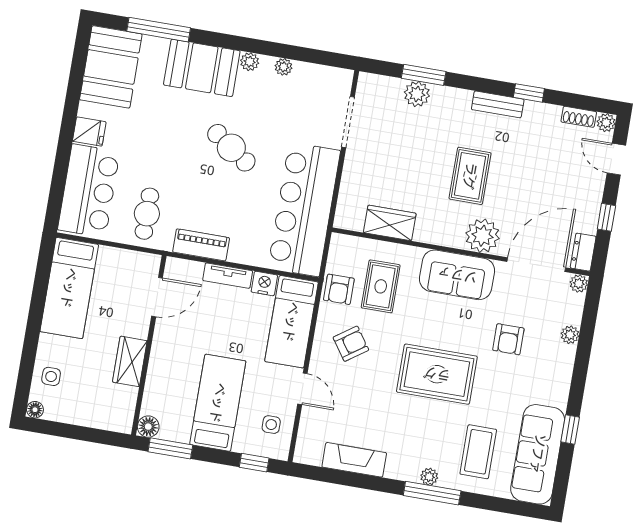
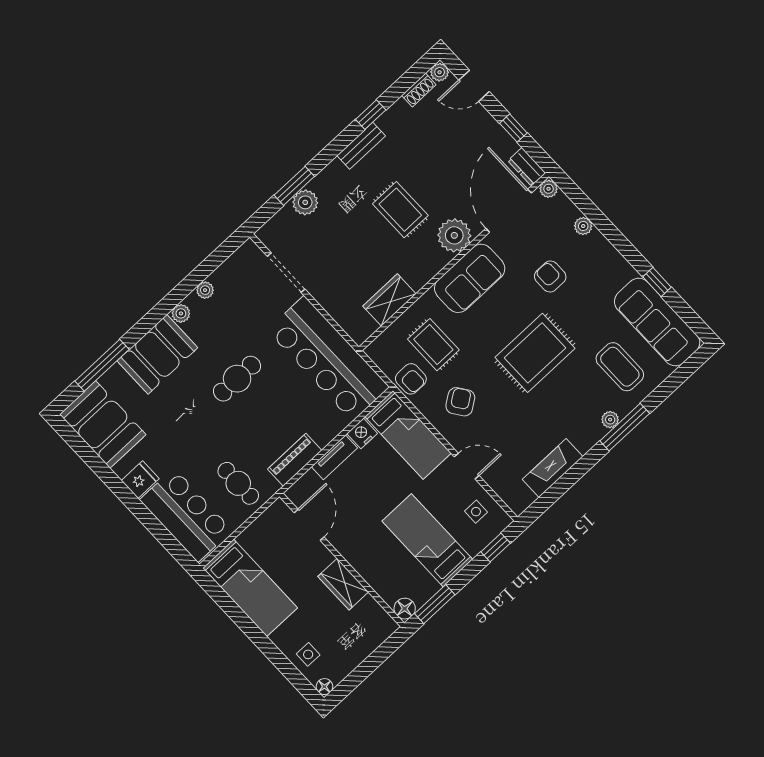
cafe table: (231, 148) -> (237, 379), turned -35
armchair: (508, 339) -> (550, 277), turned 180

